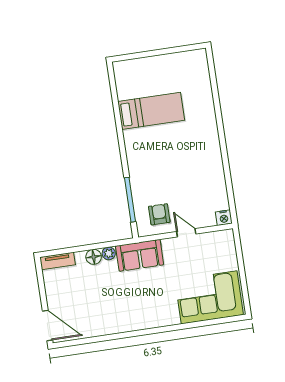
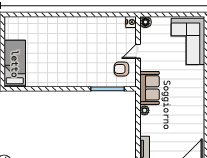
bed: (151, 111) -> (15, 64), moved
floor lamp: (94, 257) -> (145, 22), moved

